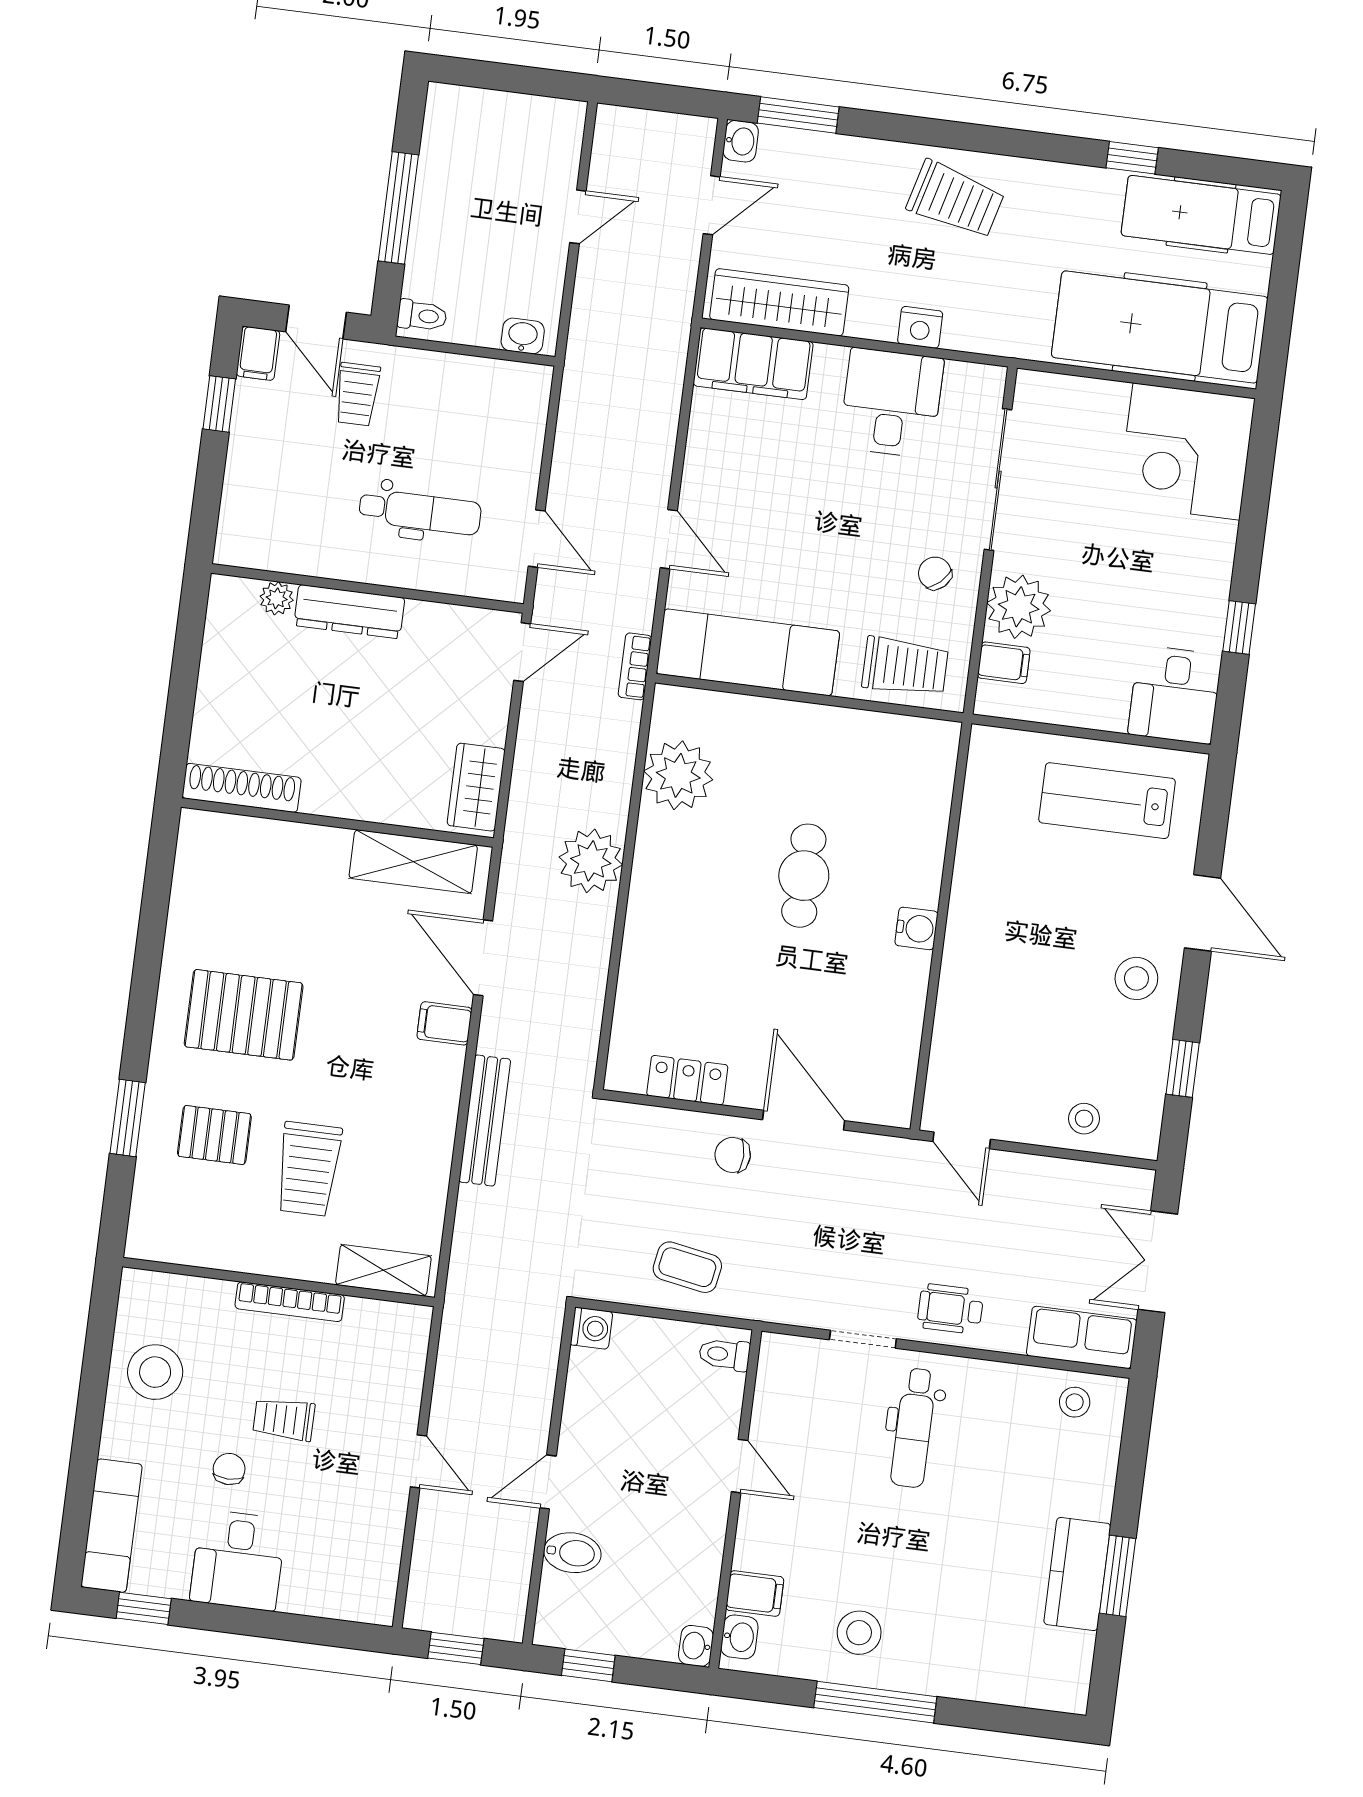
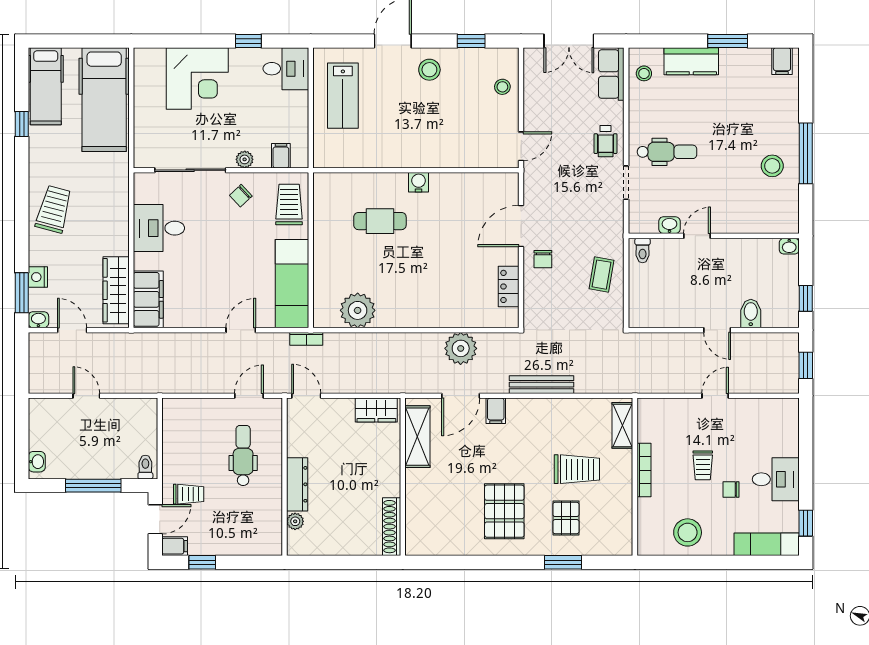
nightstand: (920, 327) -> (38, 277), moved, turned 180
washbasin: (523, 336) -> (37, 462), moved, turned 180
corner desk: (1186, 452) -> (197, 78), moved
plant: (1019, 607) -> (245, 159), width x0.53, depth x0.53
plant: (591, 861) -> (461, 348), moved
cafe table: (804, 876) -> (380, 221), moved
washing machine: (591, 1328) -> (638, 318), removed
kitchen counter: (1077, 1574) -> (691, 61), moved
filing cabinet: (755, 1594) -> (782, 61), moved, turned 180
washbasin: (739, 1637) -> (669, 225), moved

